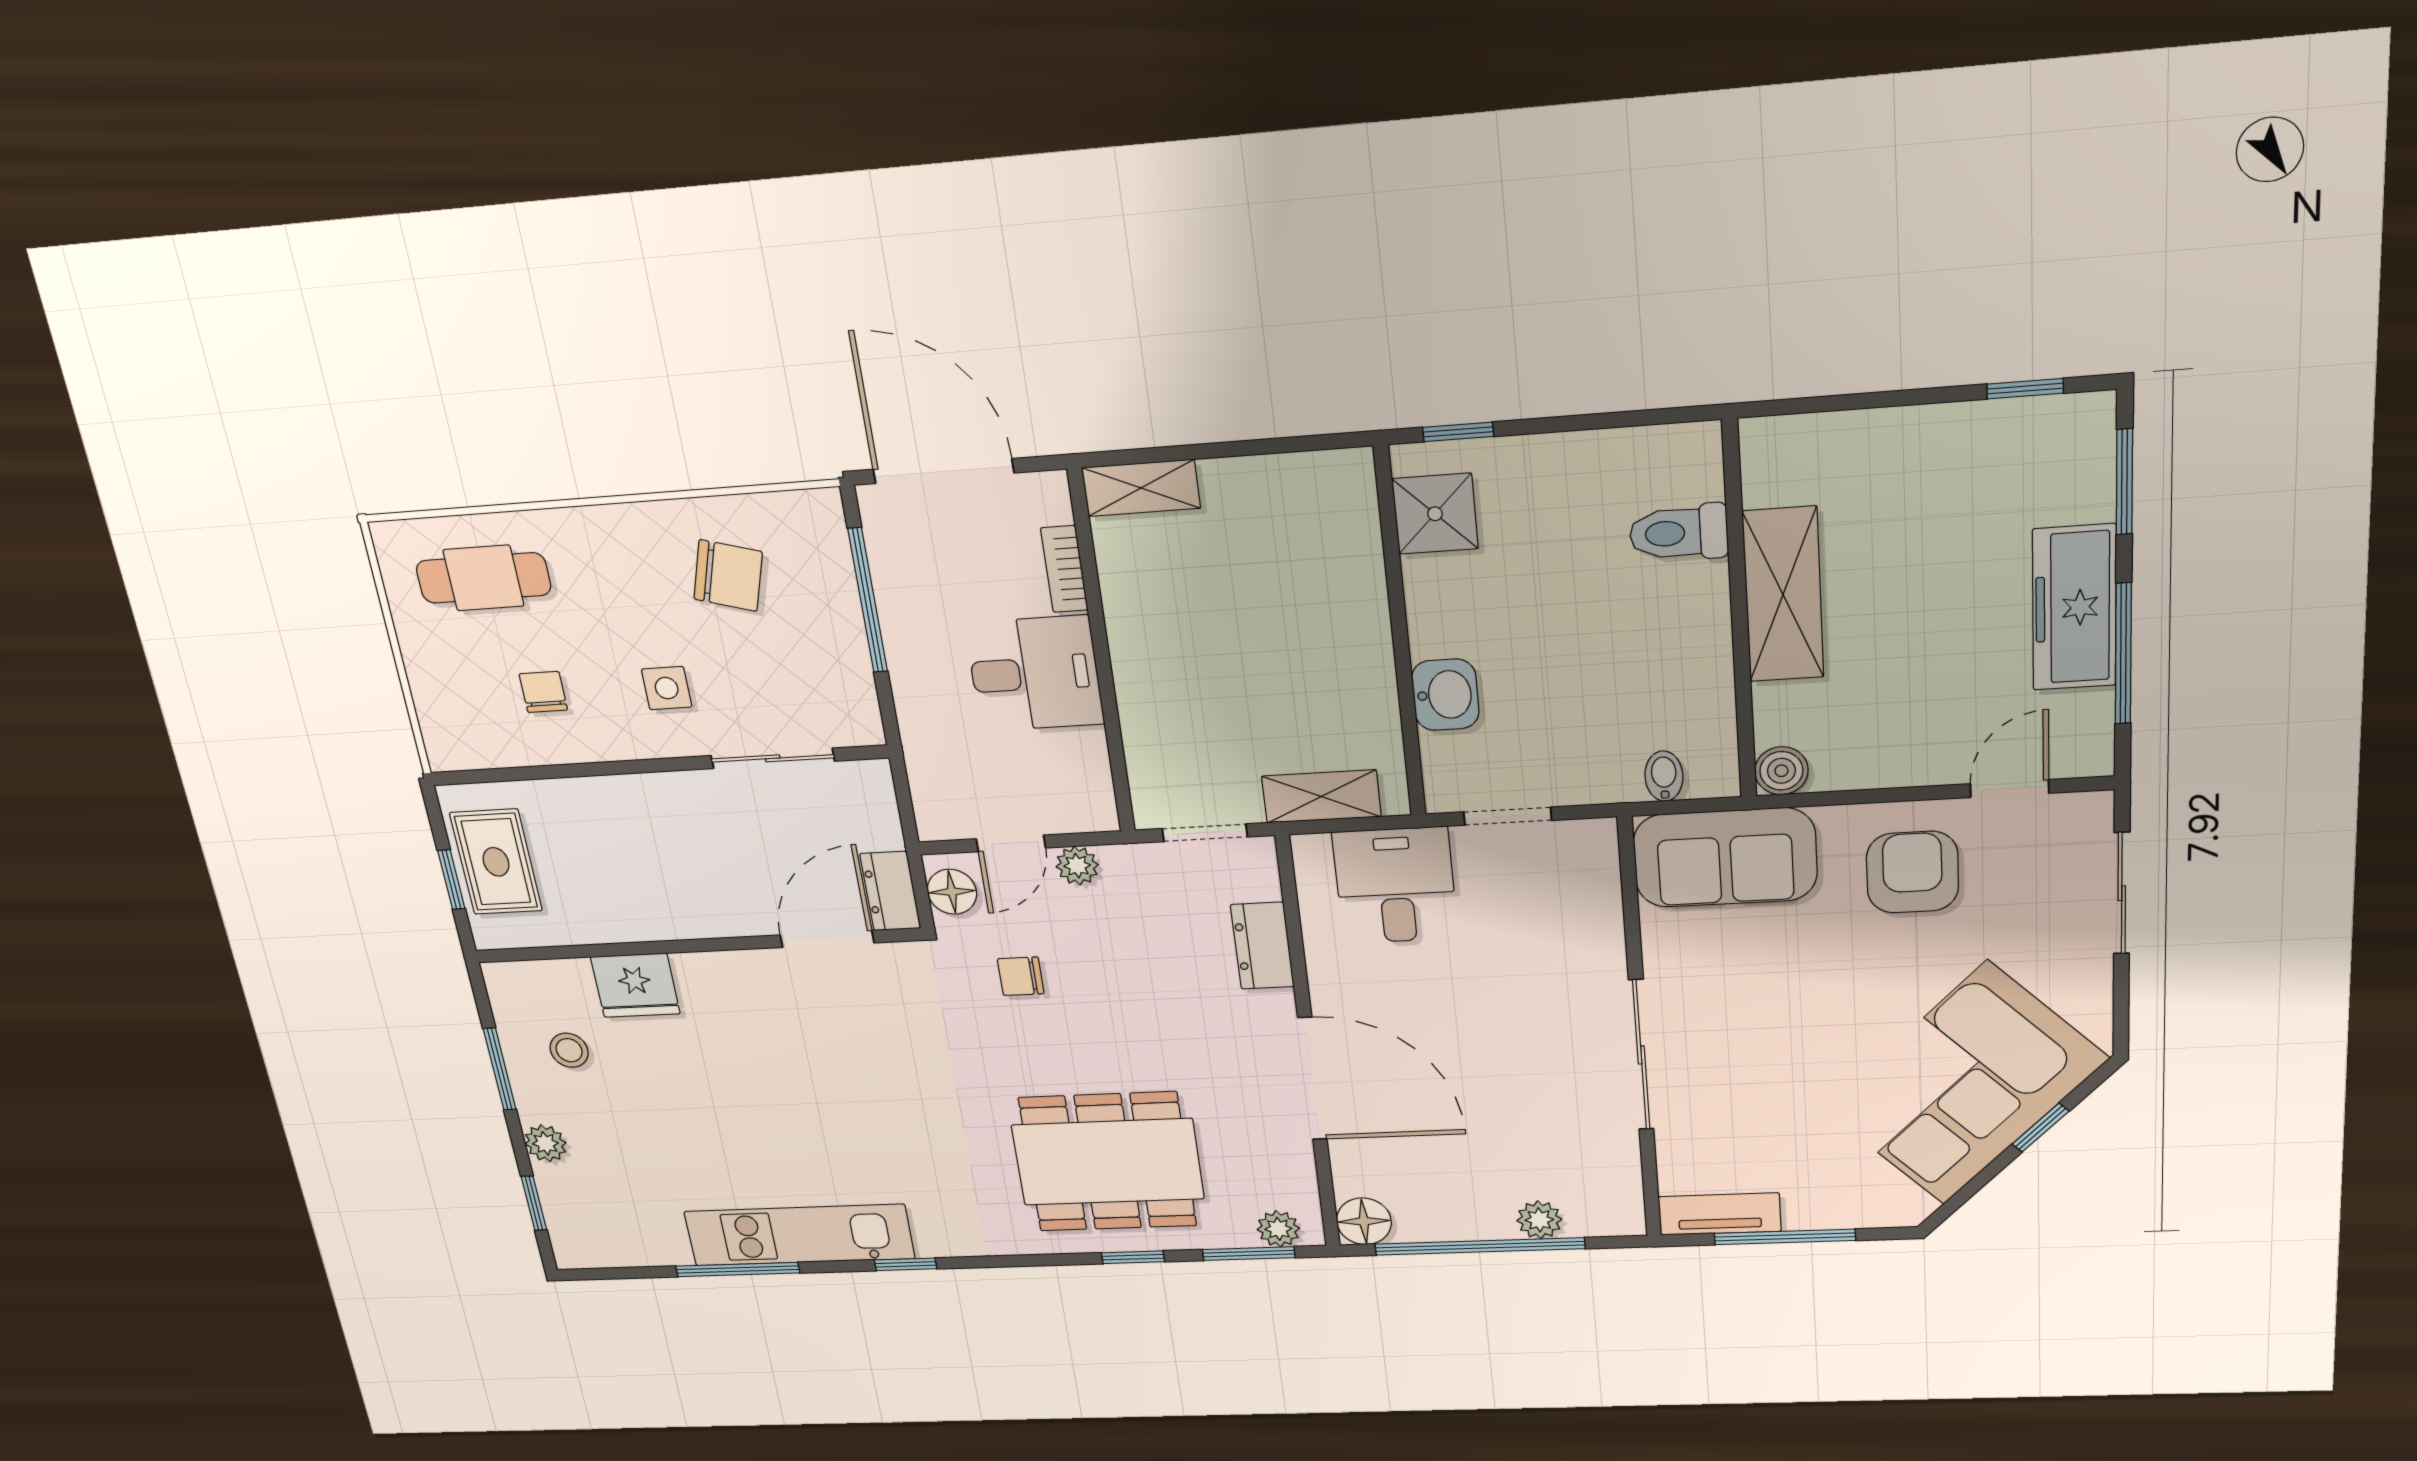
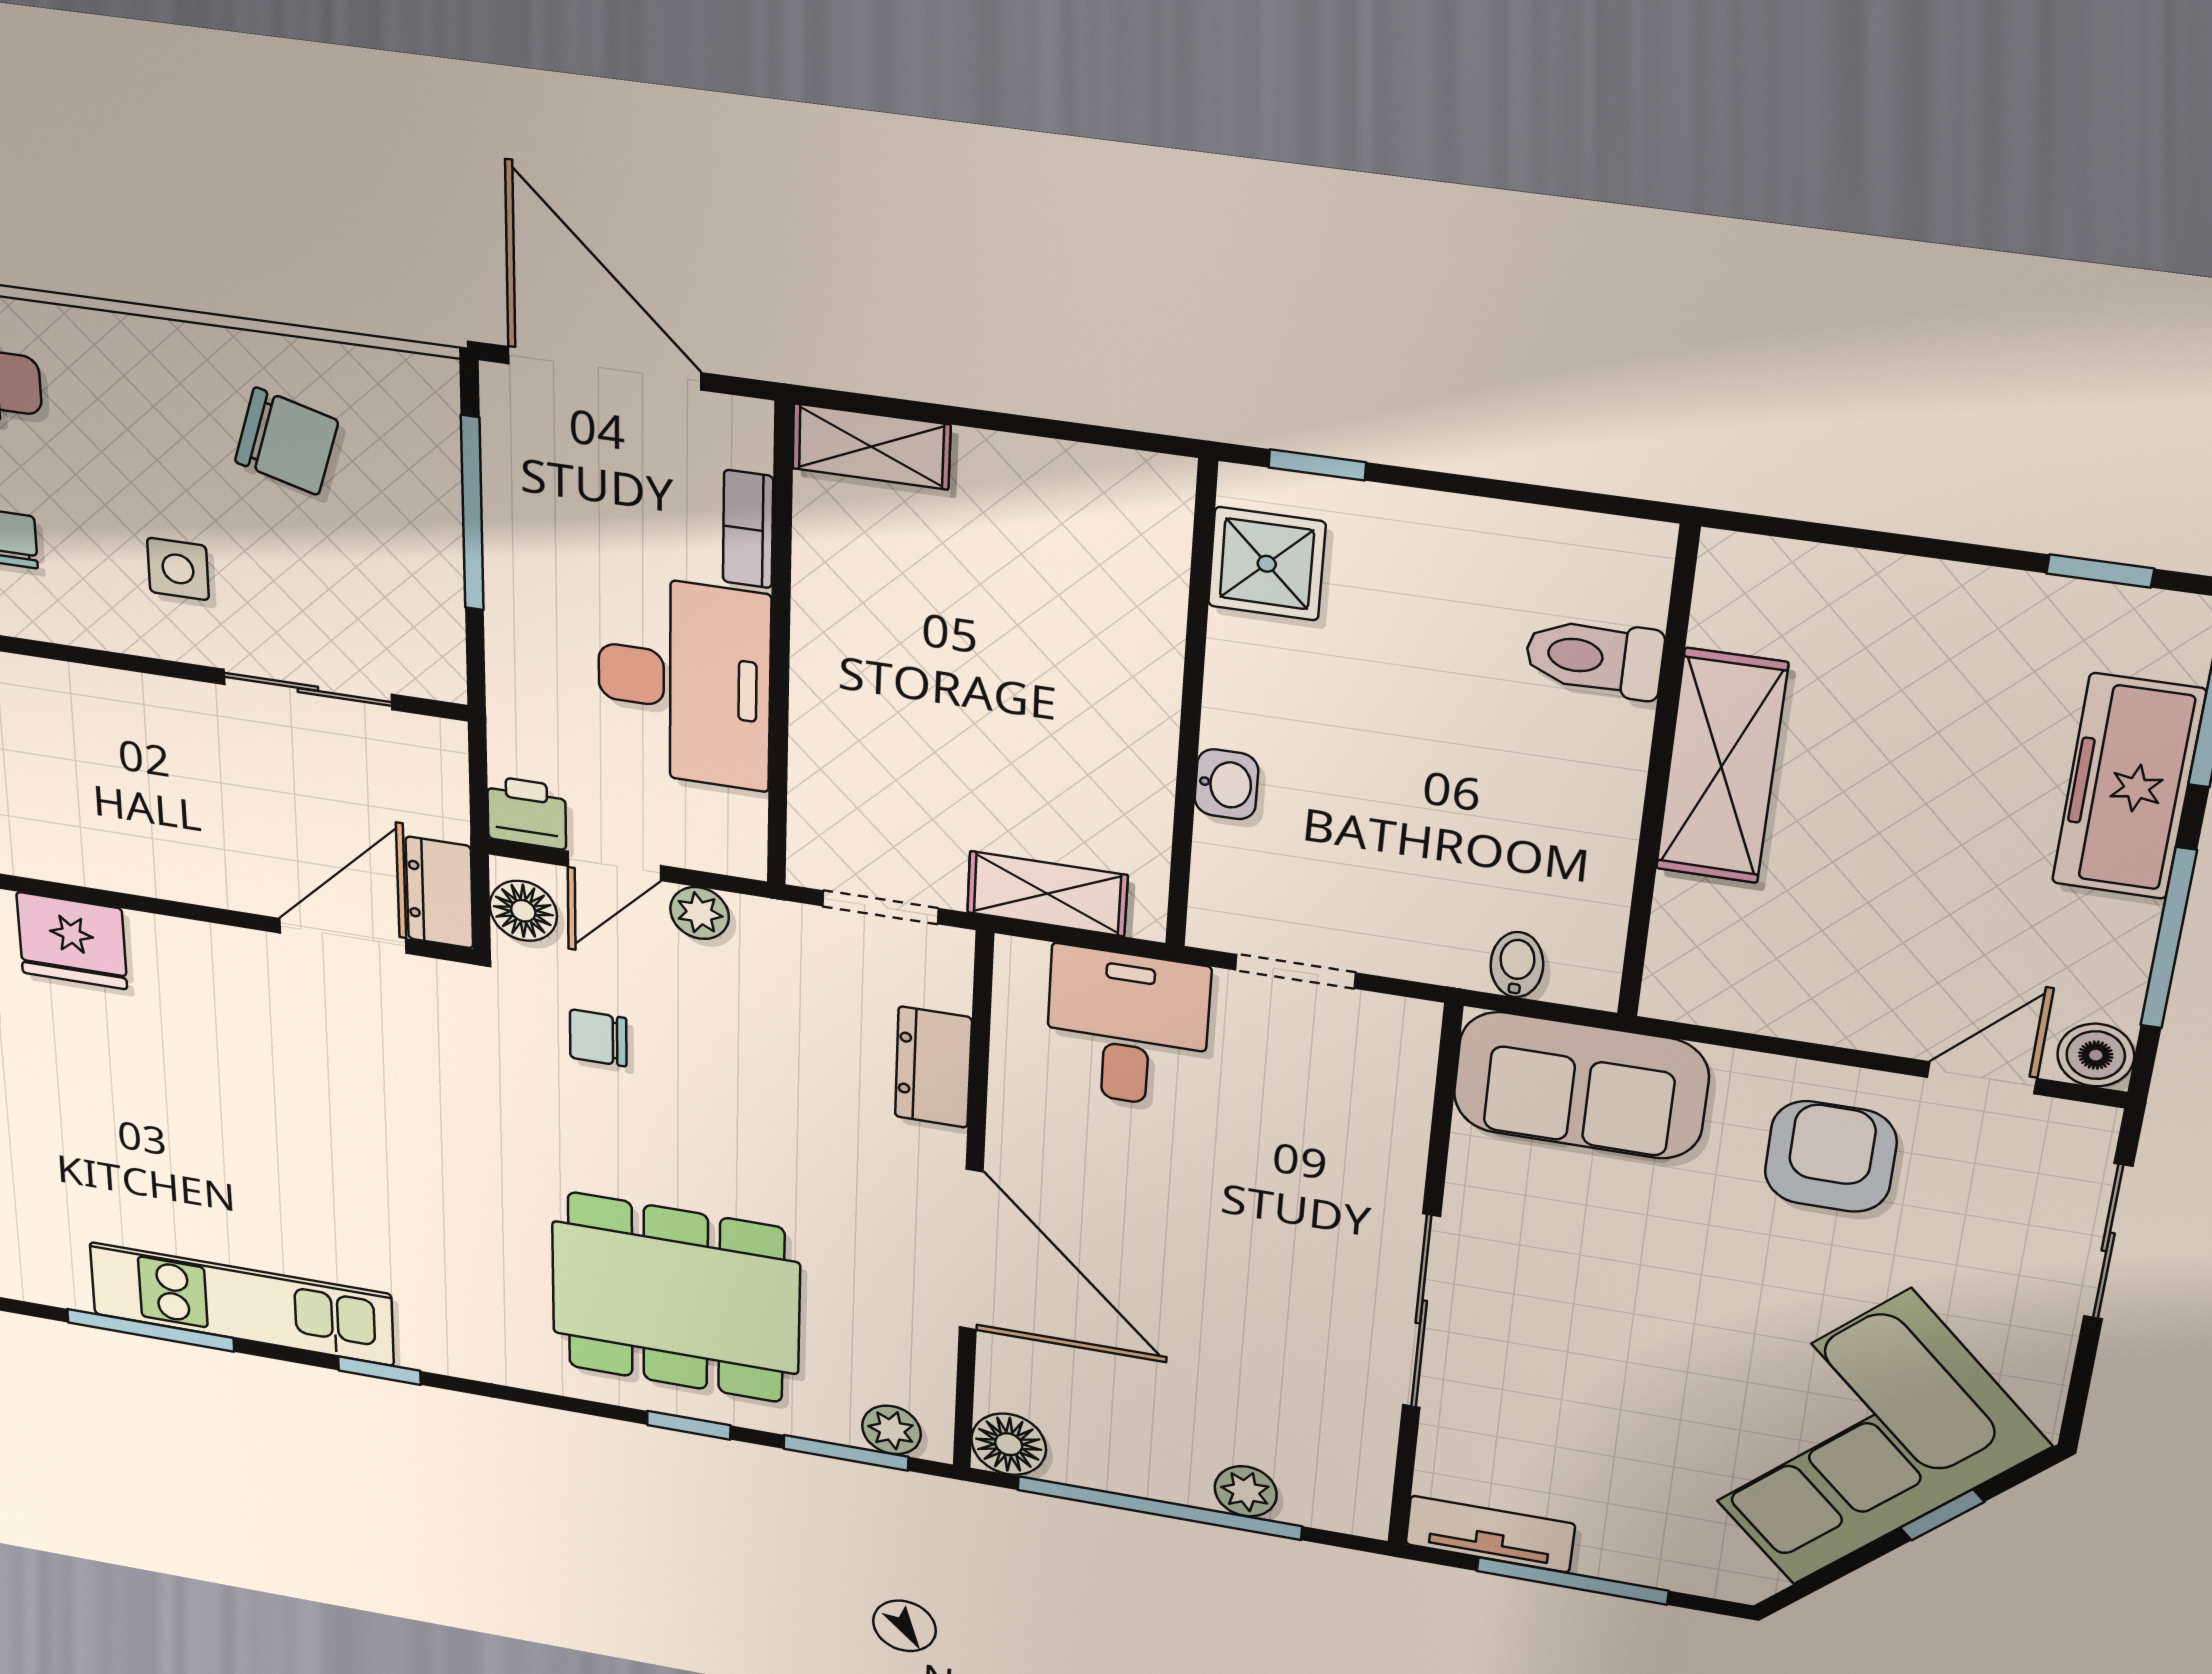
freezer: (2074, 608) -> (2128, 787), moved
desk: (1035, 674) -> (684, 682), width x1.37
washbasin: (1445, 695) -> (1226, 784), width x0.72, depth x0.69
boiler: (1781, 771) -> (2096, 1055), moved
printer: (942, 817) -> (527, 813), added

